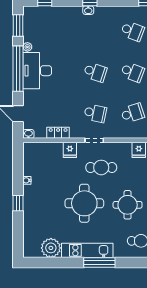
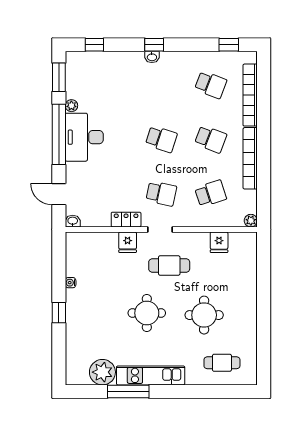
locker: (58, 133) -> (126, 220), moved
round table: (84, 203) -> (147, 313), width x0.73, depth x0.73
window: (99, 262) -> (128, 391), moved

